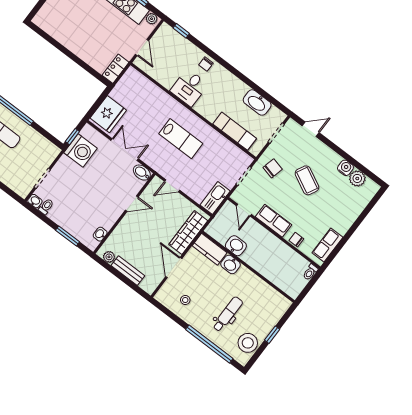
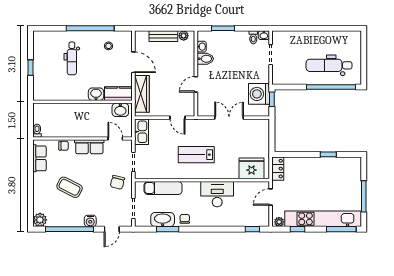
window: (59, 46) -> (328, 154), added
door: (142, 47) -> (271, 197), hinge flipped
chair: (206, 64) -> (185, 219), moved
desk: (189, 88) -> (217, 194), width x1.37
window: (259, 90) -> (168, 229), added
fridge: (108, 114) -> (251, 168), moved, turned 90
double door: (125, 150) -> (229, 118), swing flipped
window: (349, 159) -> (70, 229), added
water cooler: (345, 168) -> (90, 221), moved
bidet: (142, 173) -> (205, 59), moved
plant: (357, 178) -> (40, 220), moved
coffee table: (307, 180) -> (70, 187), moved
door: (172, 186) -> (178, 118), swing flipped
washbasin: (236, 246) -> (120, 110), moved
stool: (248, 343) -> (43, 49), removed
window: (209, 344) -> (90, 28), moved

